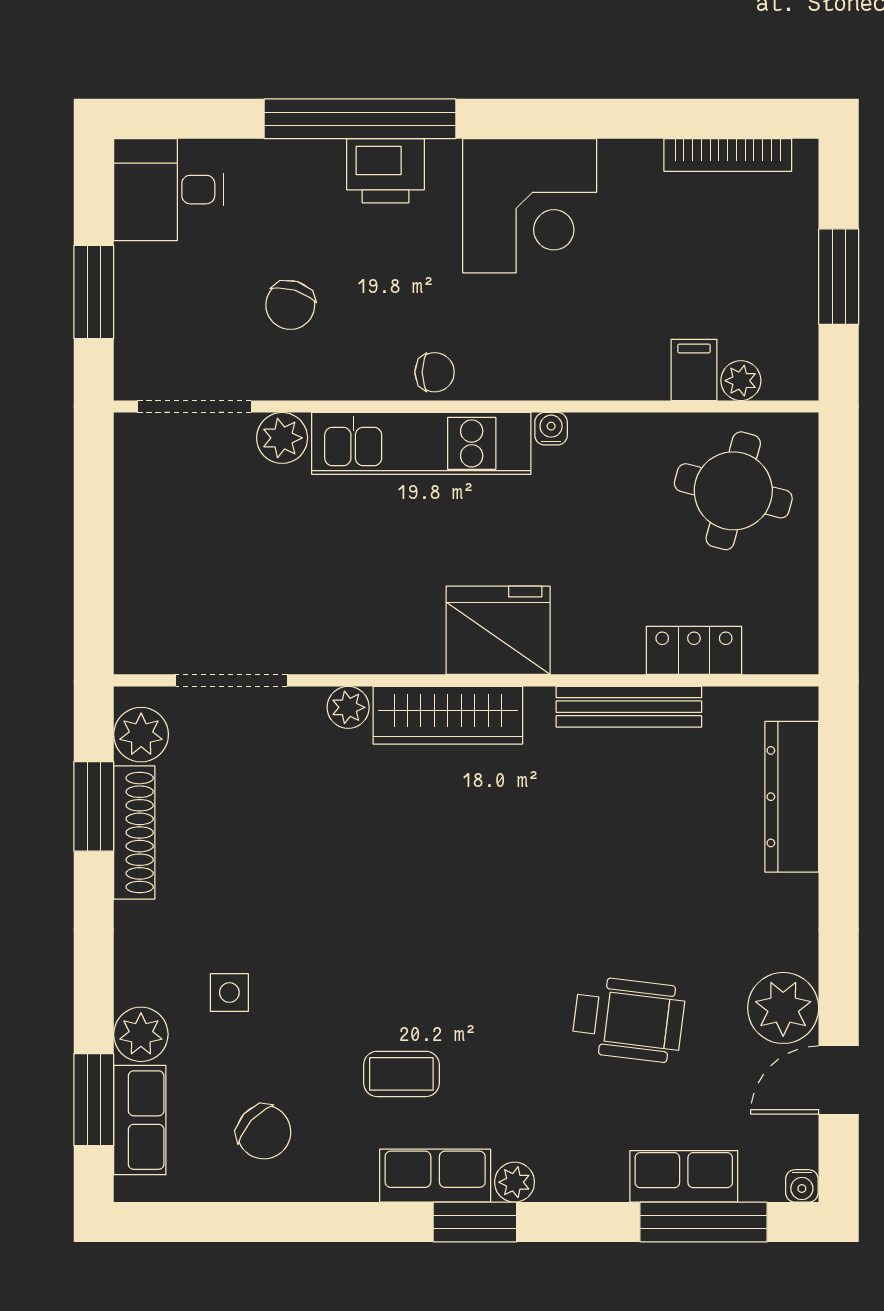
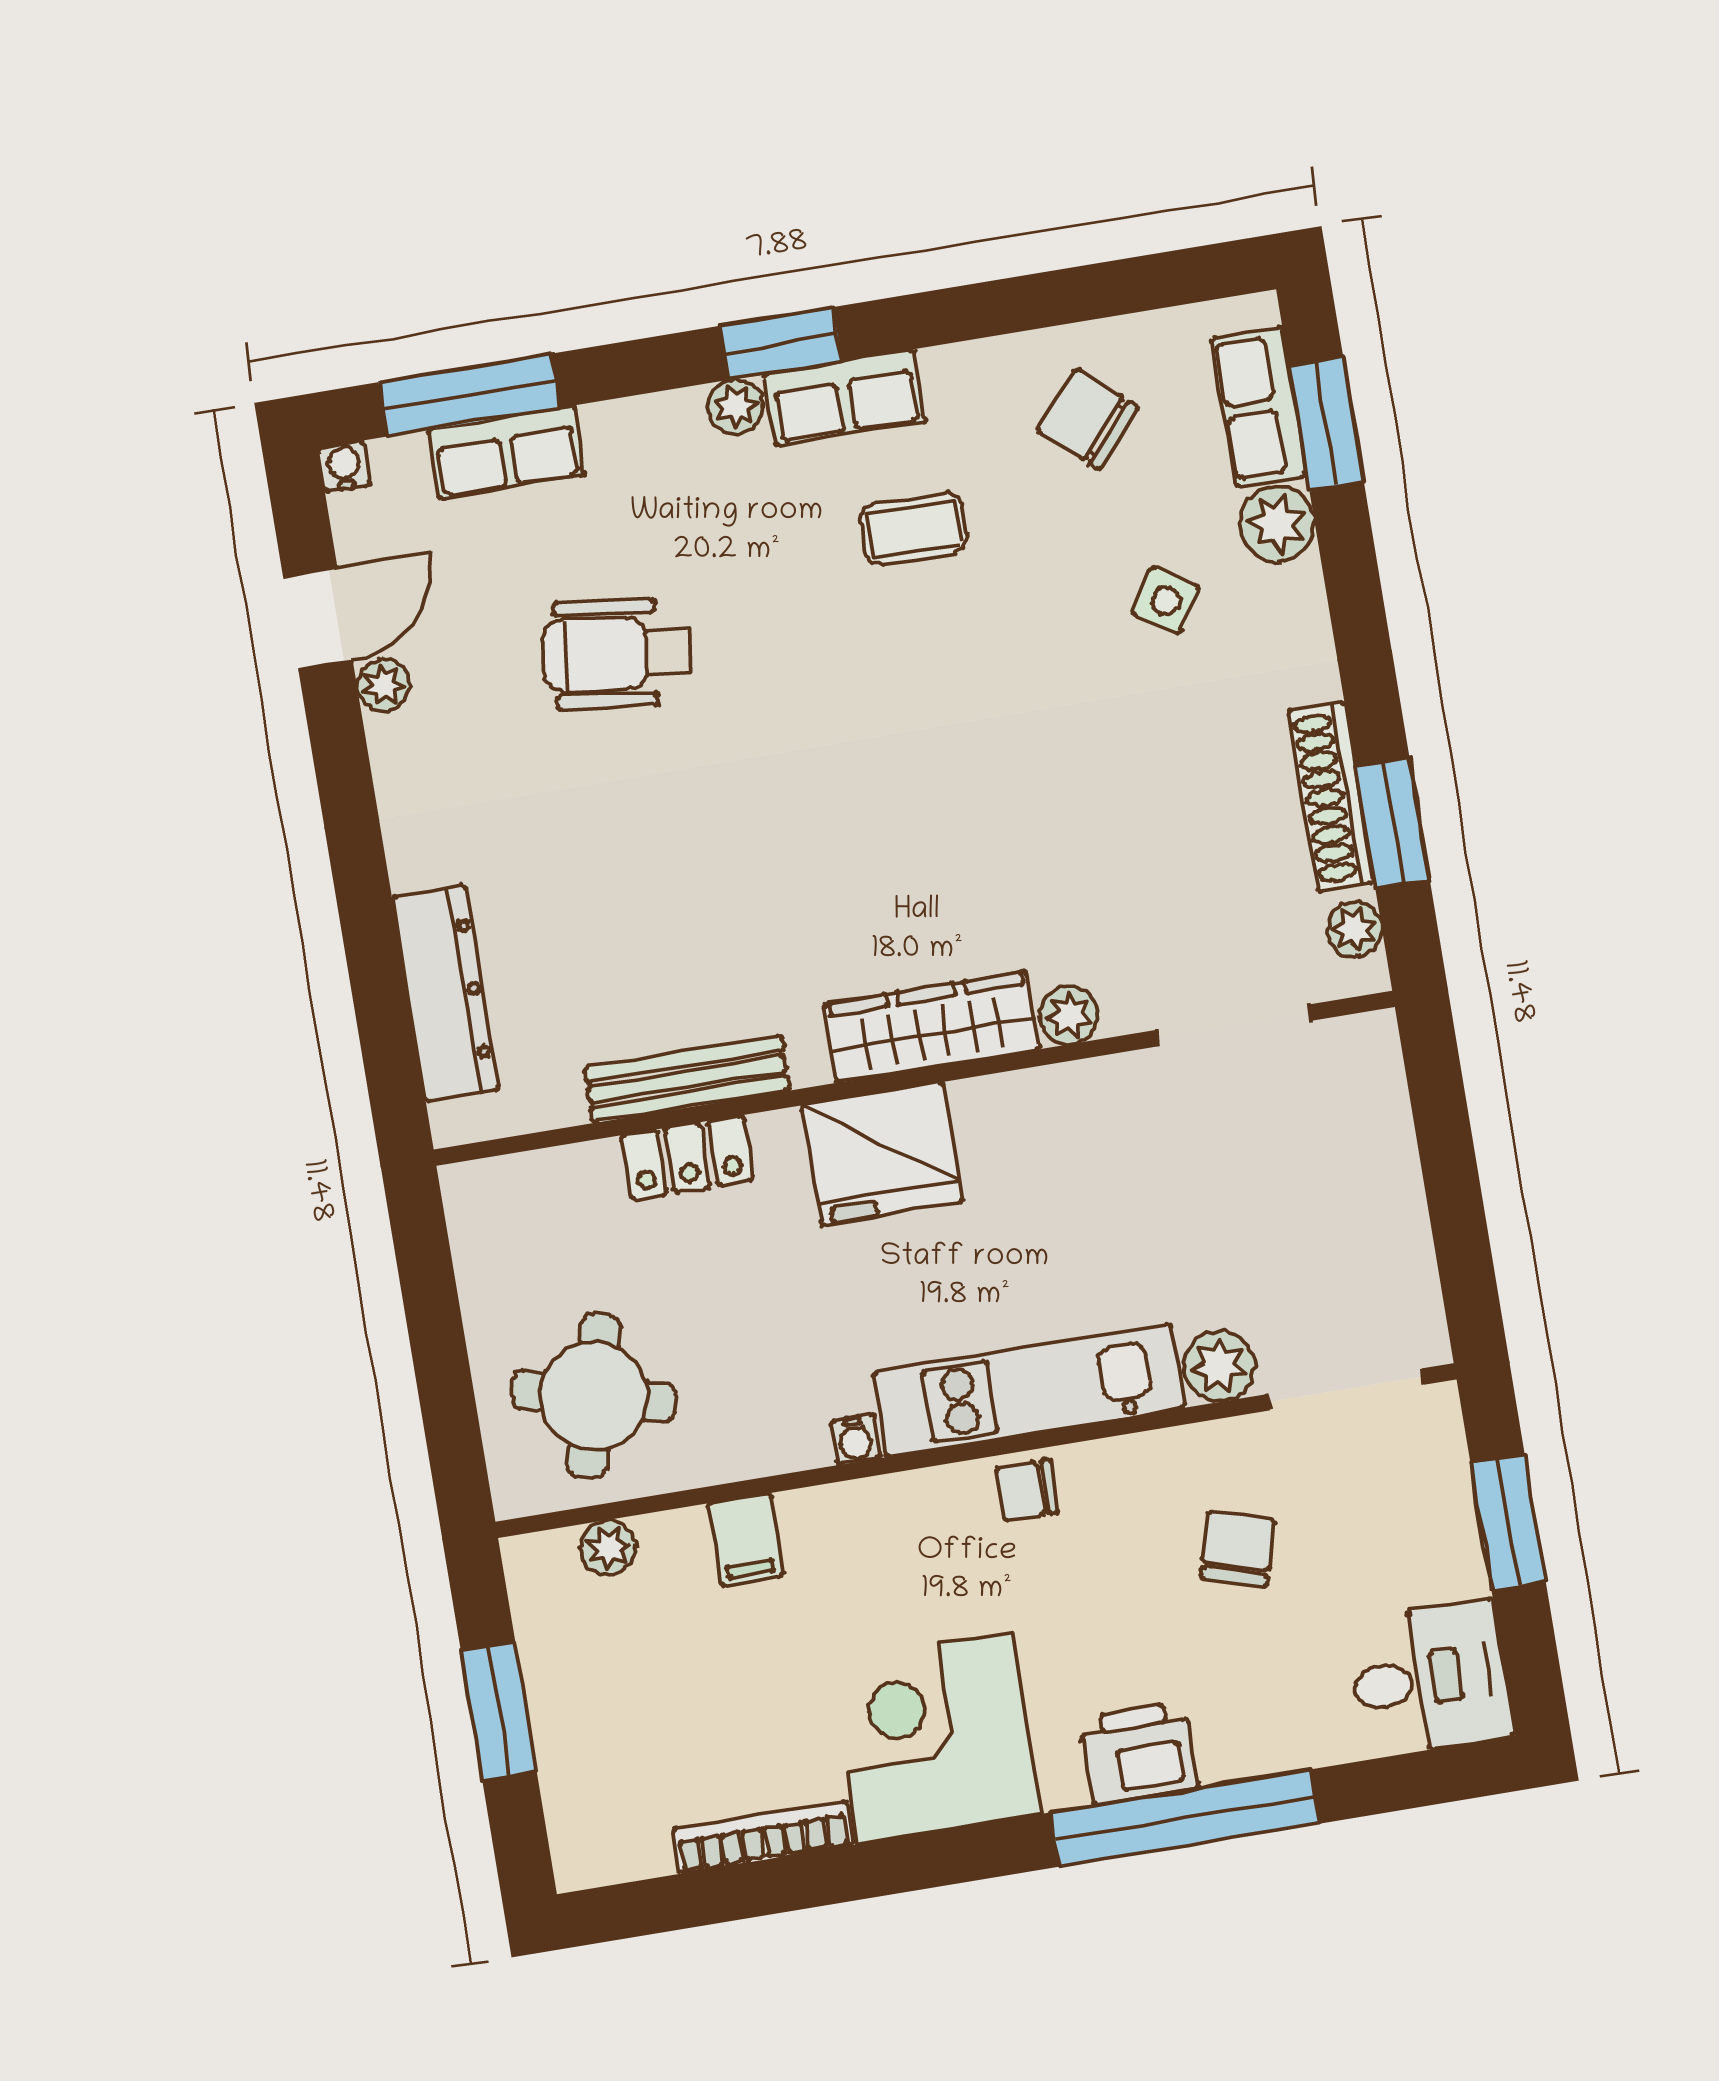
bookcase: (728, 155) -> (763, 1837), moved
filing cabinet: (694, 370) -> (745, 1540), moved
locker: (694, 650) -> (687, 1158), moved
plant: (141, 735) -> (1354, 930), width x0.73, depth x0.73
side table: (229, 993) -> (1166, 600), turned 32
plant: (783, 1008) -> (383, 685), width x0.53, depth x0.53

